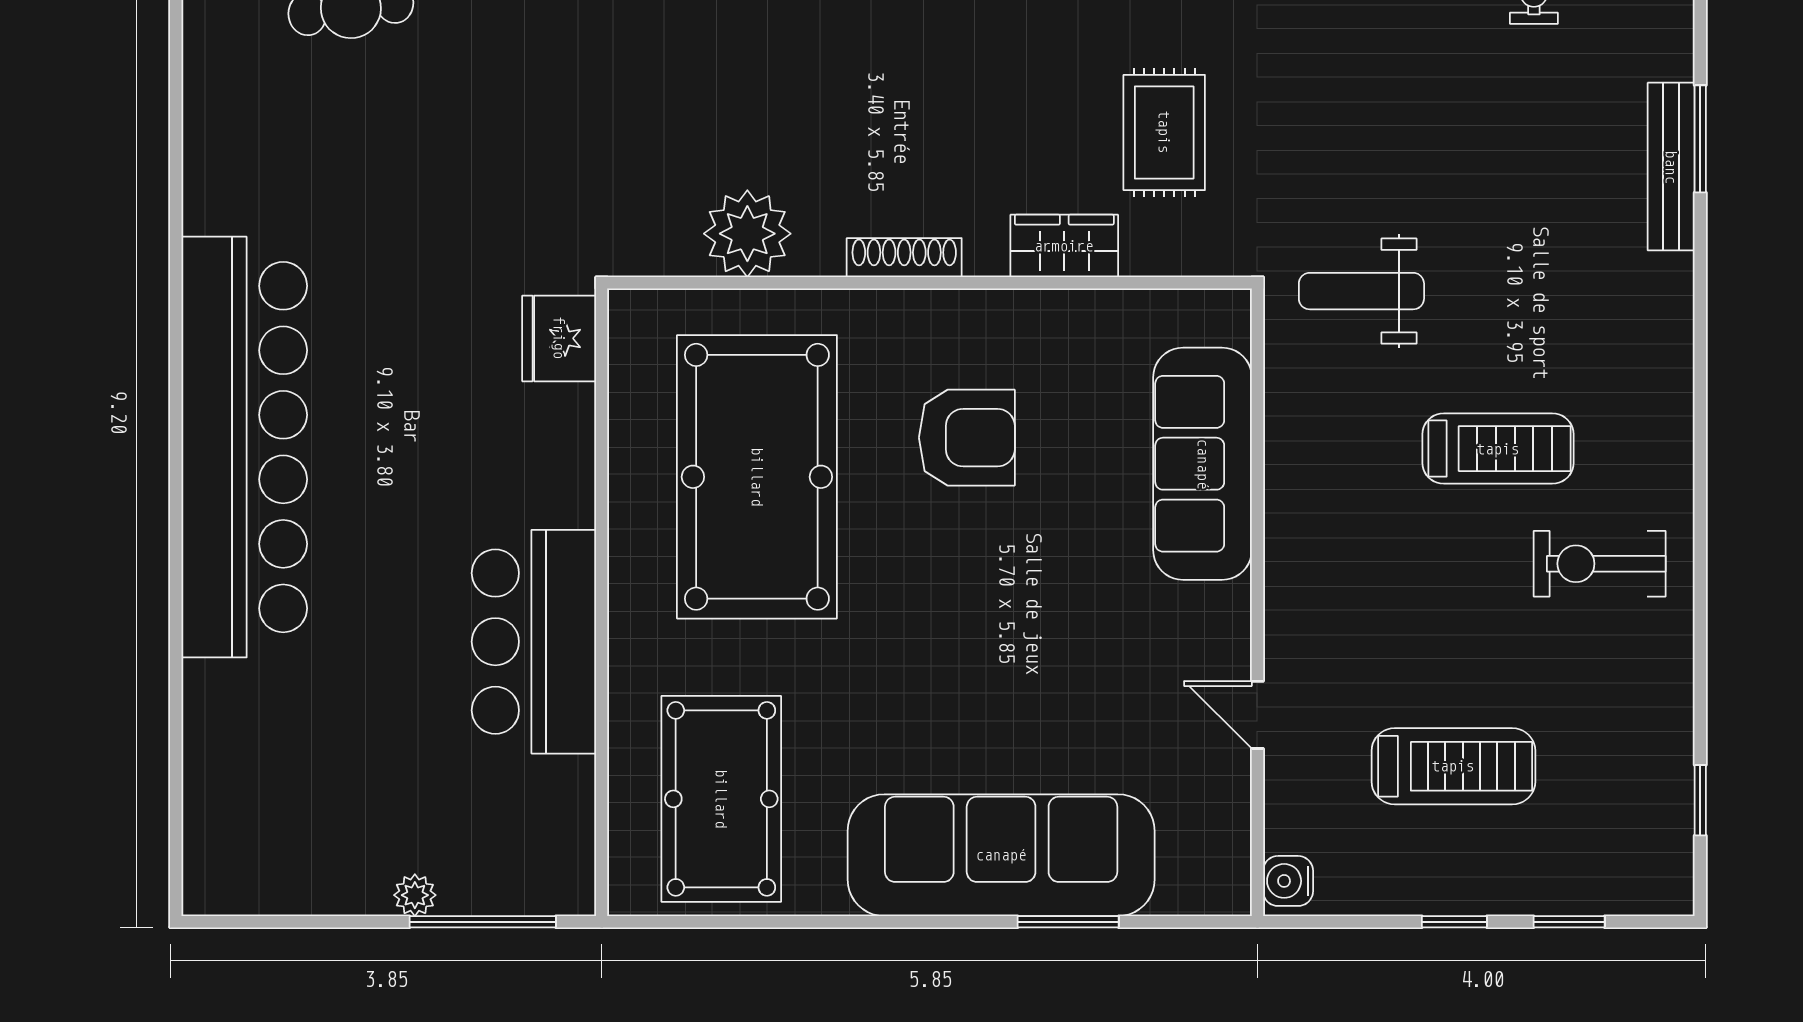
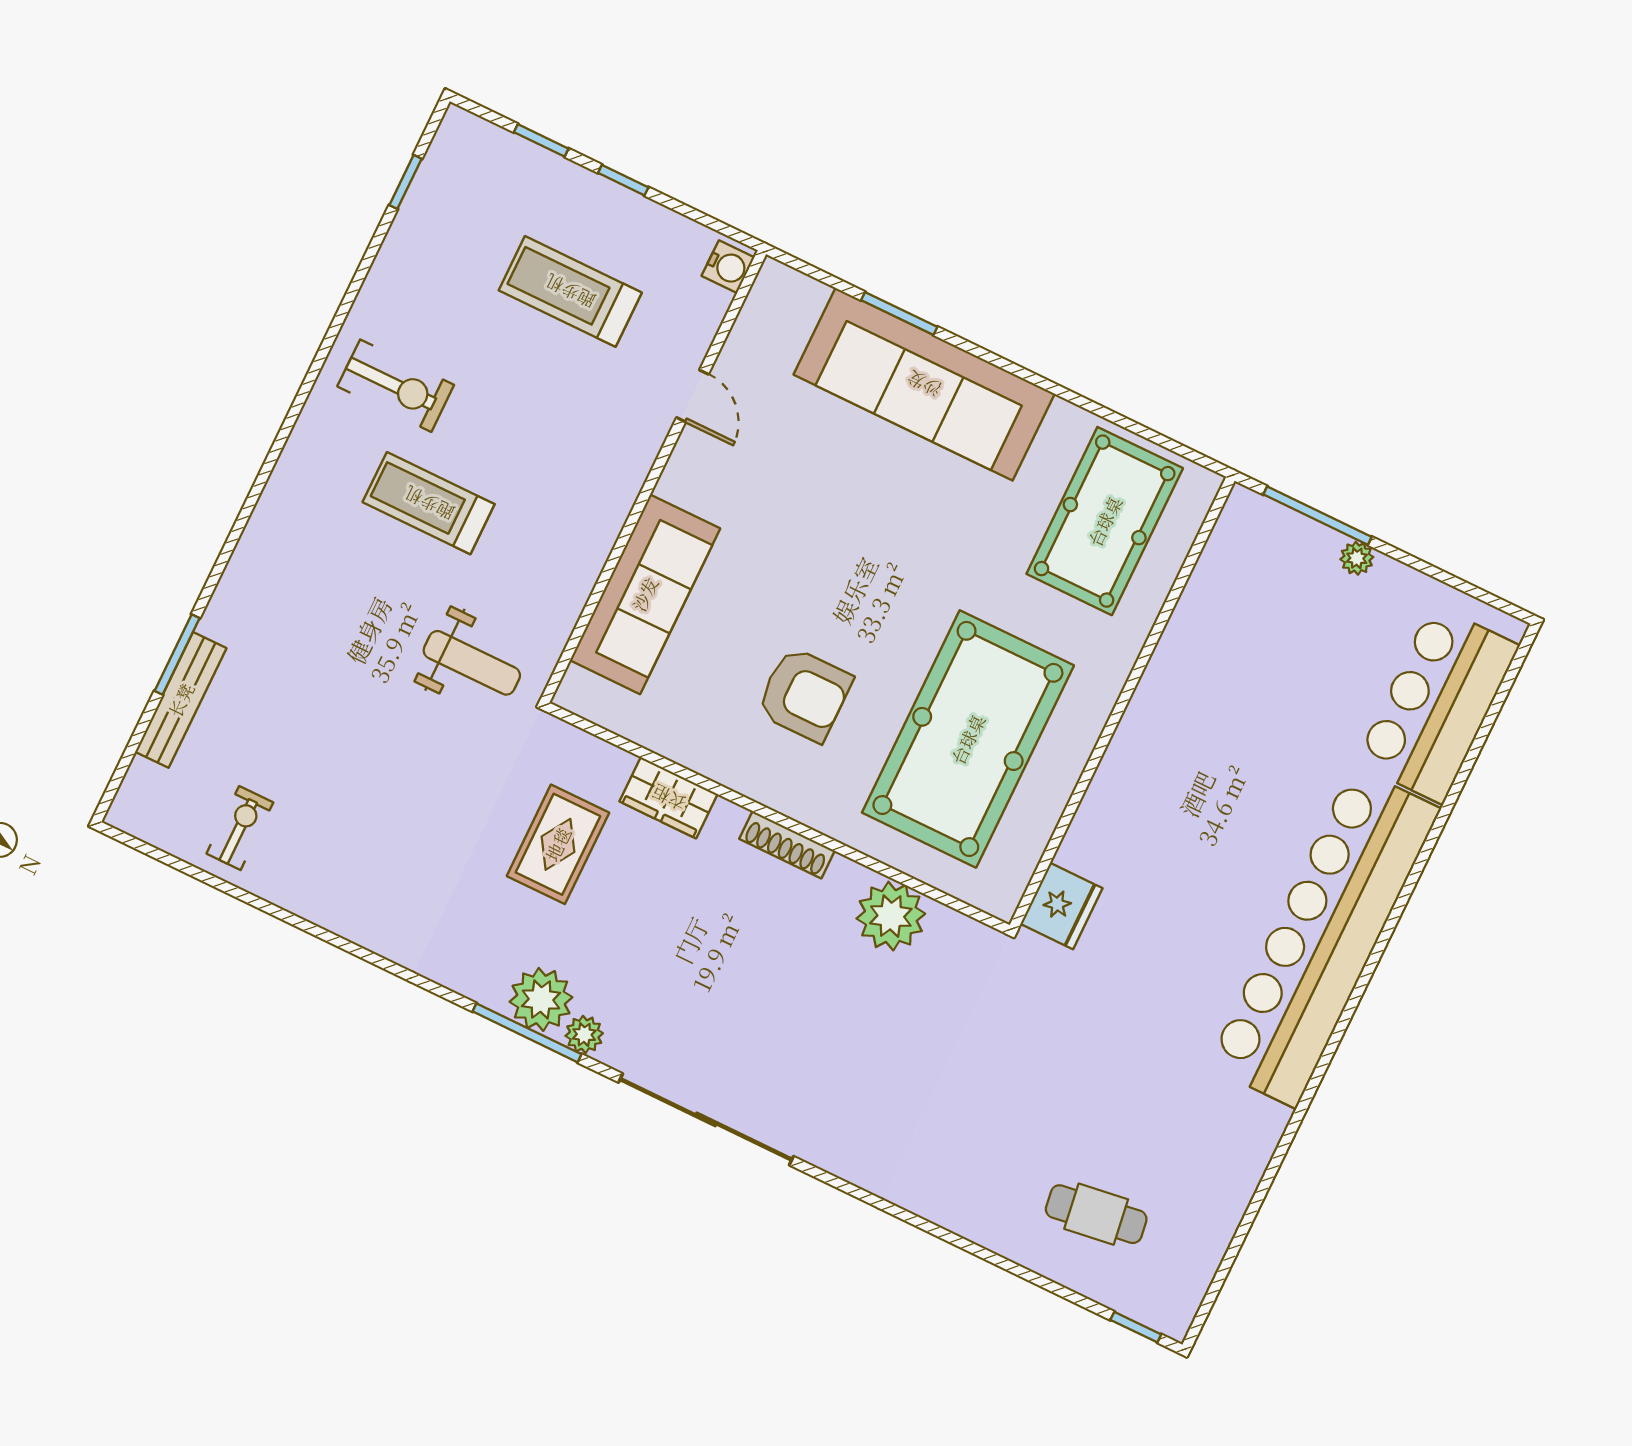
bench: (1671, 167) -> (181, 700), moved
armchair: (967, 438) -> (804, 694), turned 180
bar counter: (534, 642) -> (1437, 704), moved, turned 180

